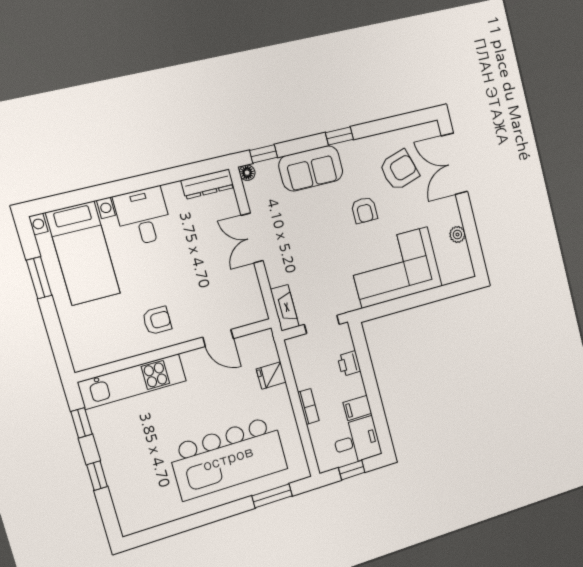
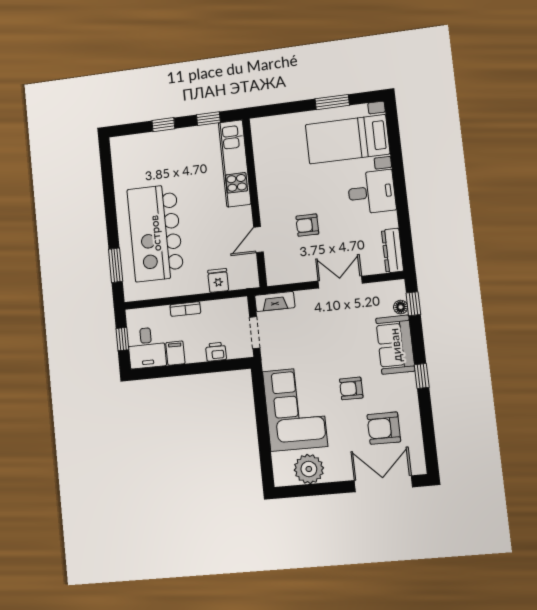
armchair: (399, 170) -> (384, 428), turned 107
floor lamp: (247, 173) -> (401, 307), moved
plant: (457, 234) -> (309, 469), width x1.88, depth x1.88
armchair: (157, 321) -> (307, 225), moved, turned 90

